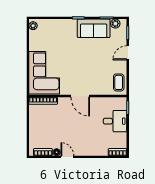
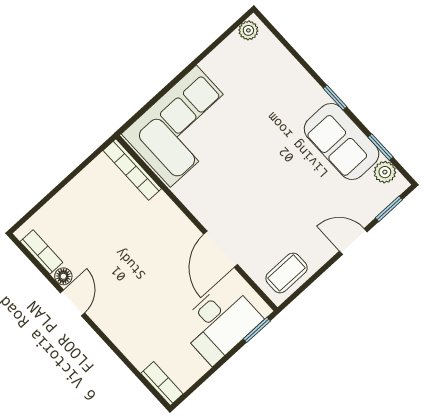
door: (80, 96) -> (221, 249), moved
desk: (115, 121) -> (220, 323), width x1.37

